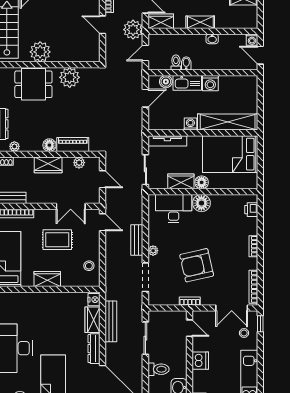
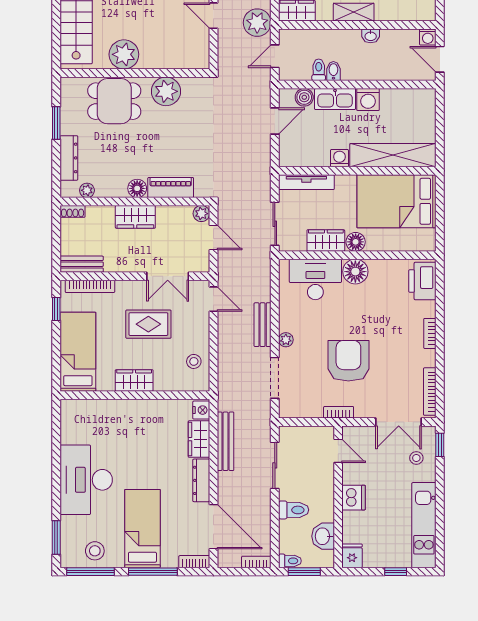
plant: (79, 163) -> (201, 214), moved
printer: (251, 210) -> (422, 281), width x1.87, depth x1.48
armchair: (197, 265) -> (348, 361), turned 103

